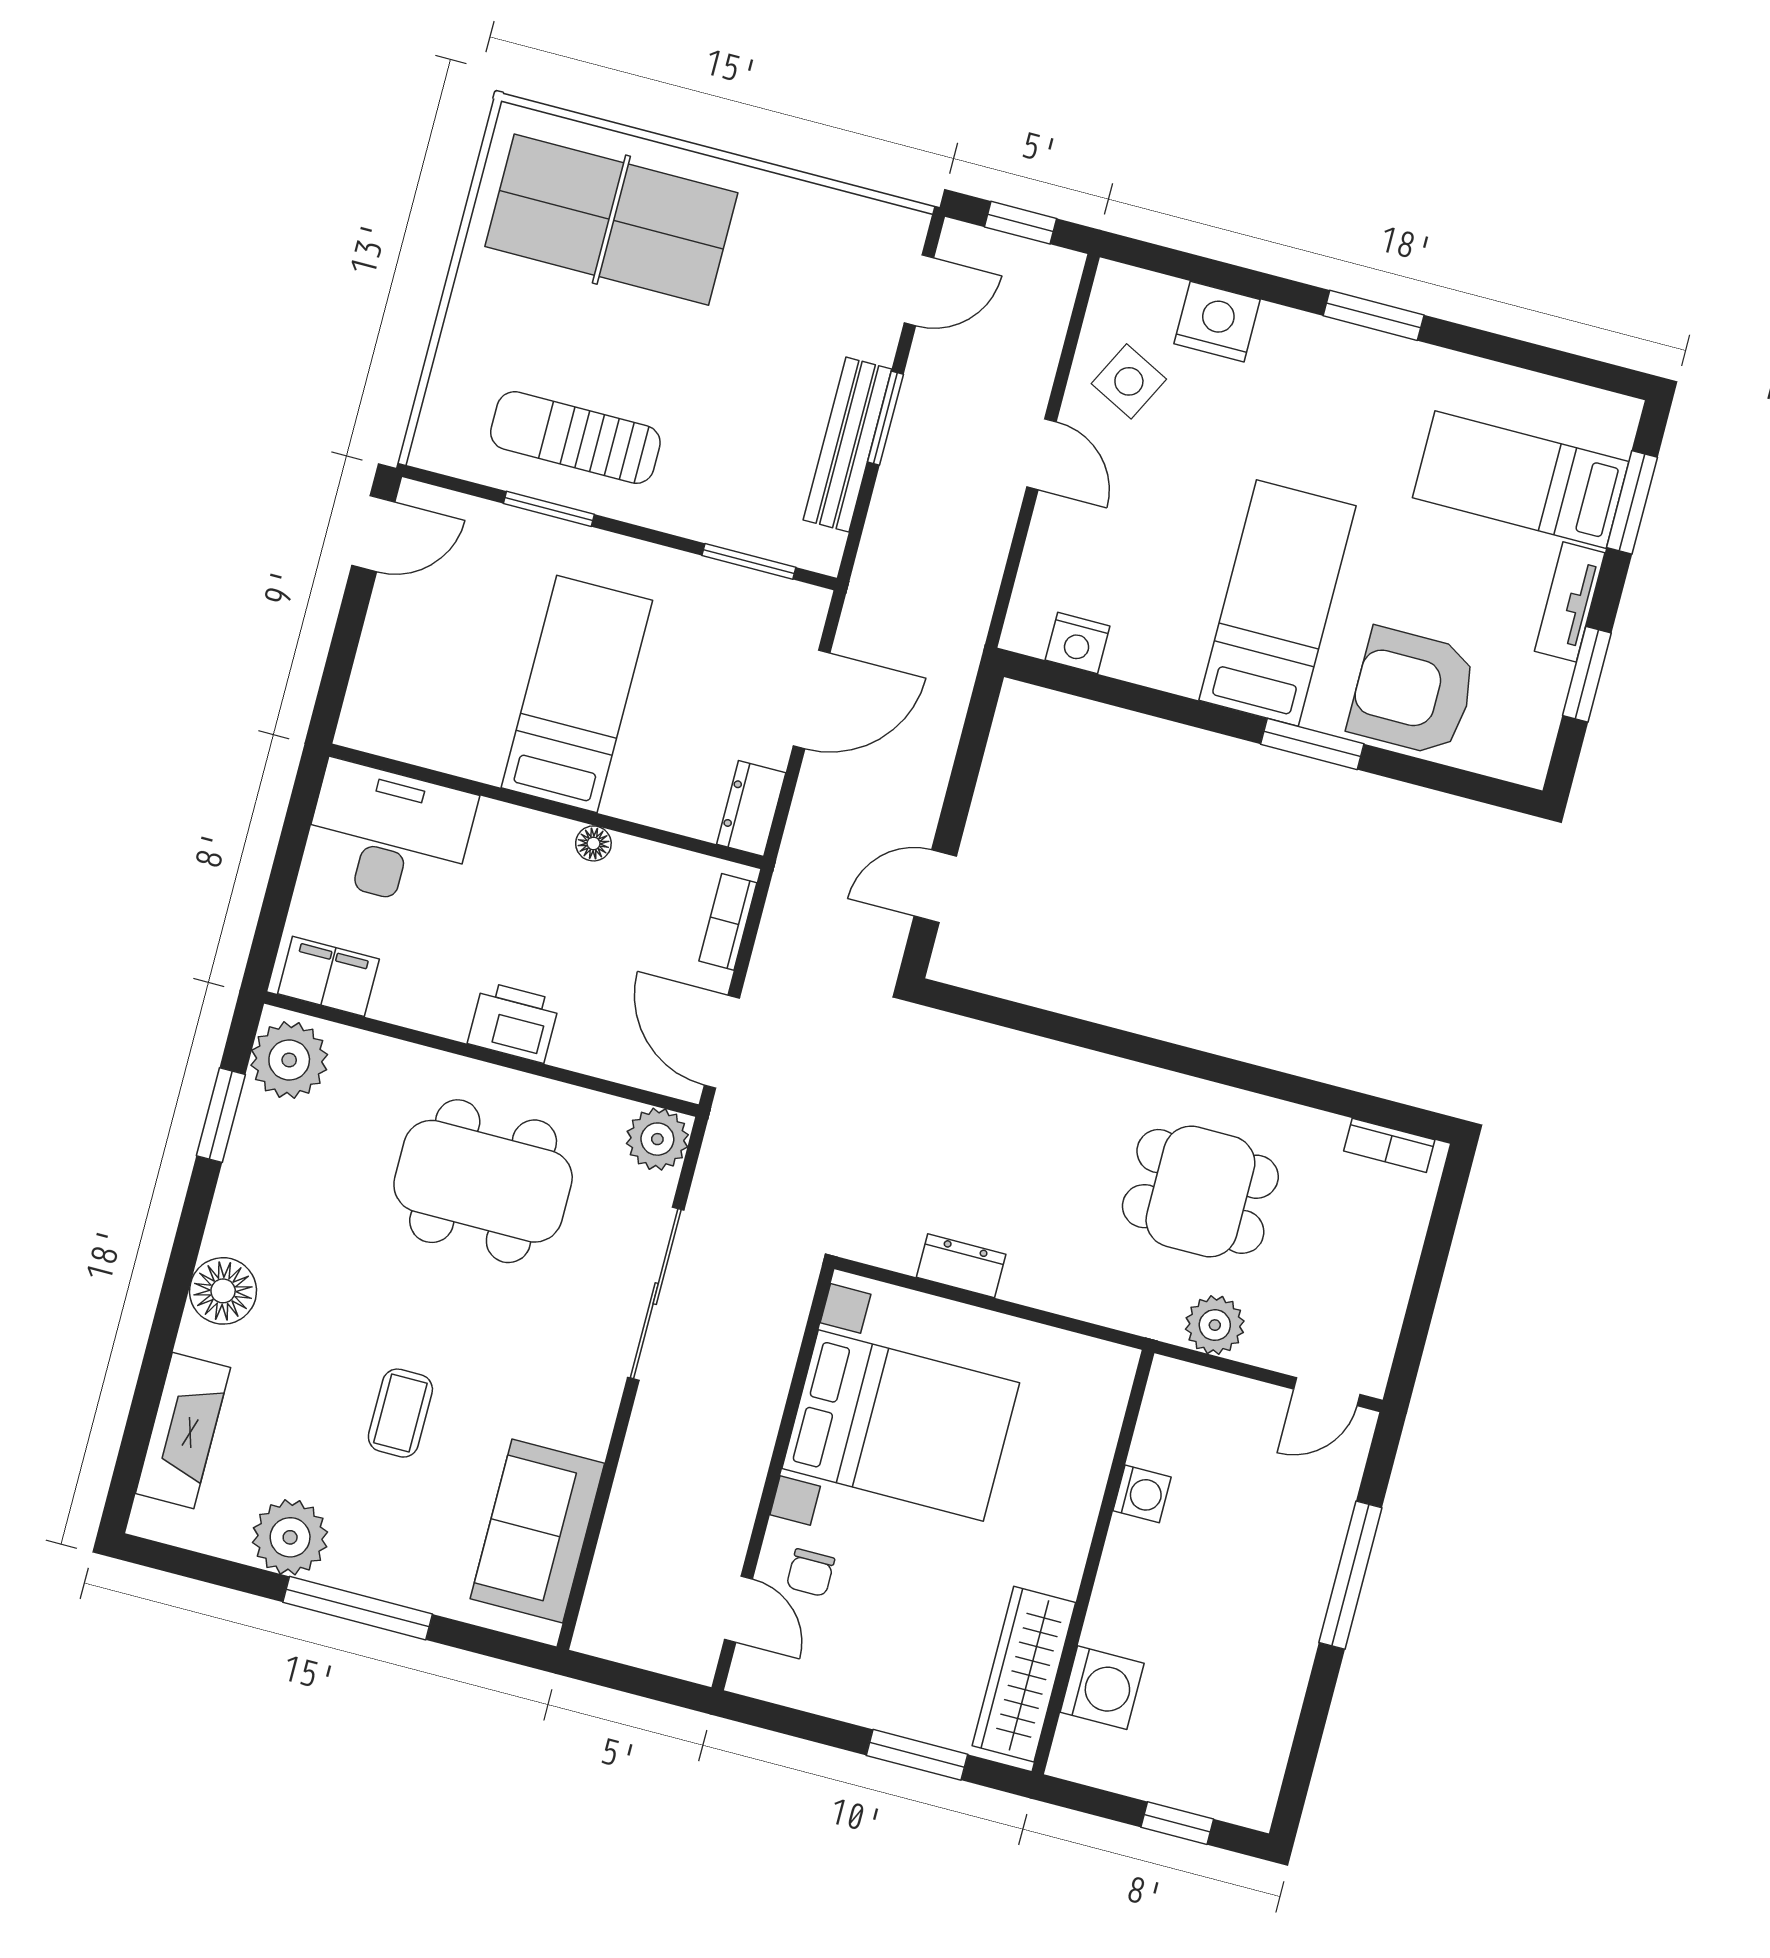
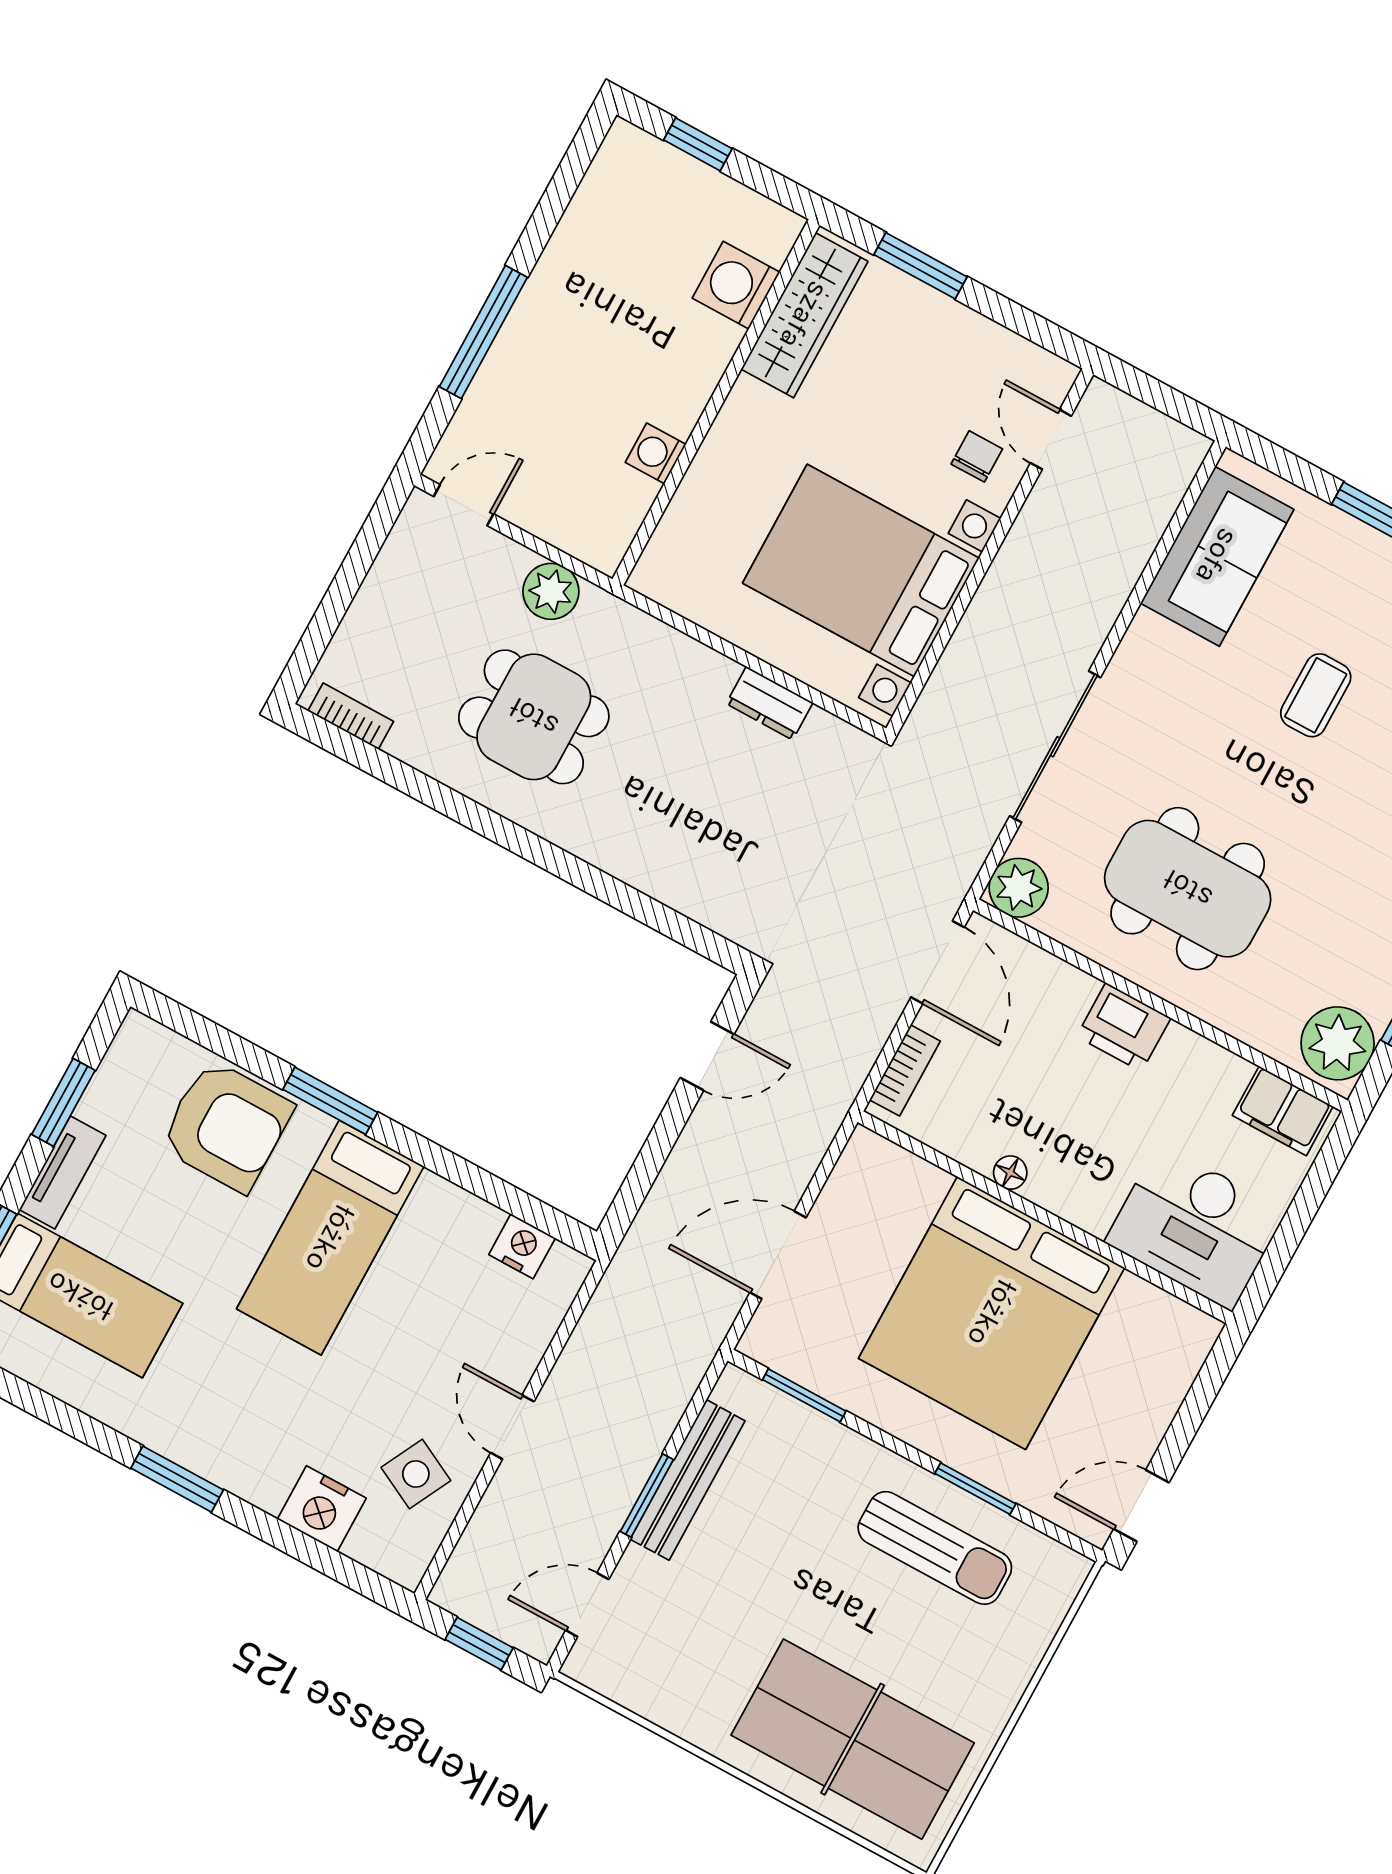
bed: (577, 694) -> (992, 1313), width x2.04
dresser: (751, 808) -> (858, 1169), removed

